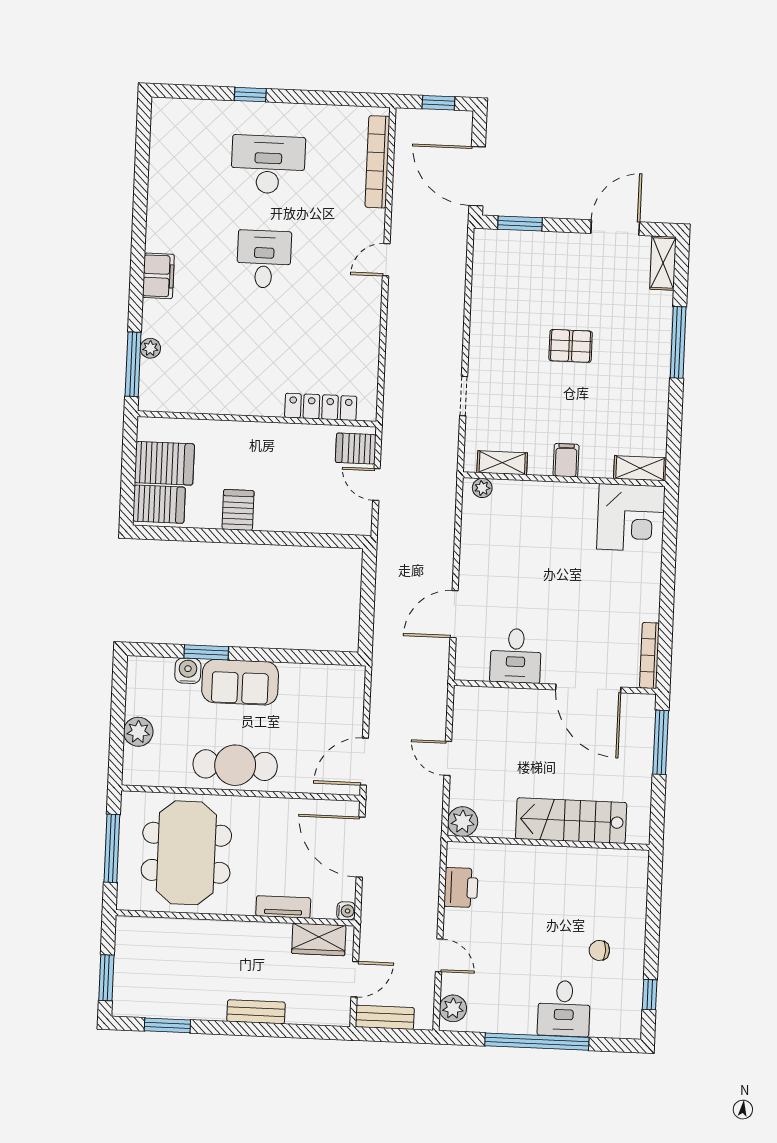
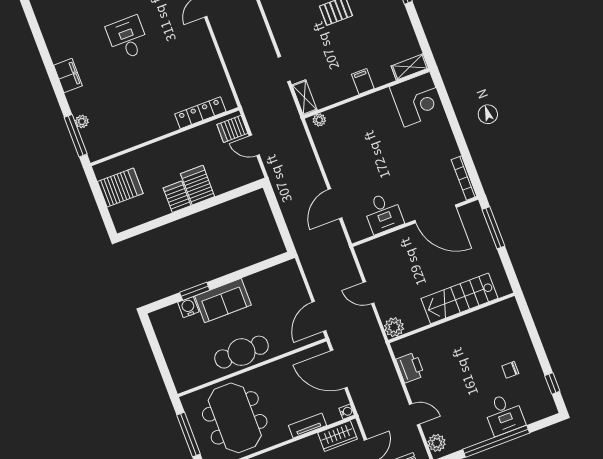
shelving: (502, 463) -> (305, 97), moved, turned 90
server rack: (159, 504) -> (198, 185), moved, turned -90
plant: (138, 732) -> (174, 357), removed

